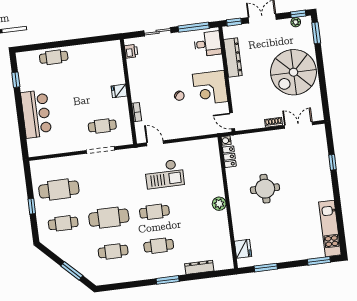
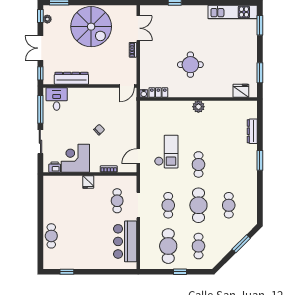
corner desk: (210, 88) -> (75, 158), moved, turned 180
bar counter: (36, 114) -> (125, 241), moved, turned -90
double door: (298, 125) -> (138, 28), swing flipped
cafe table: (159, 246) -> (168, 205), moved

